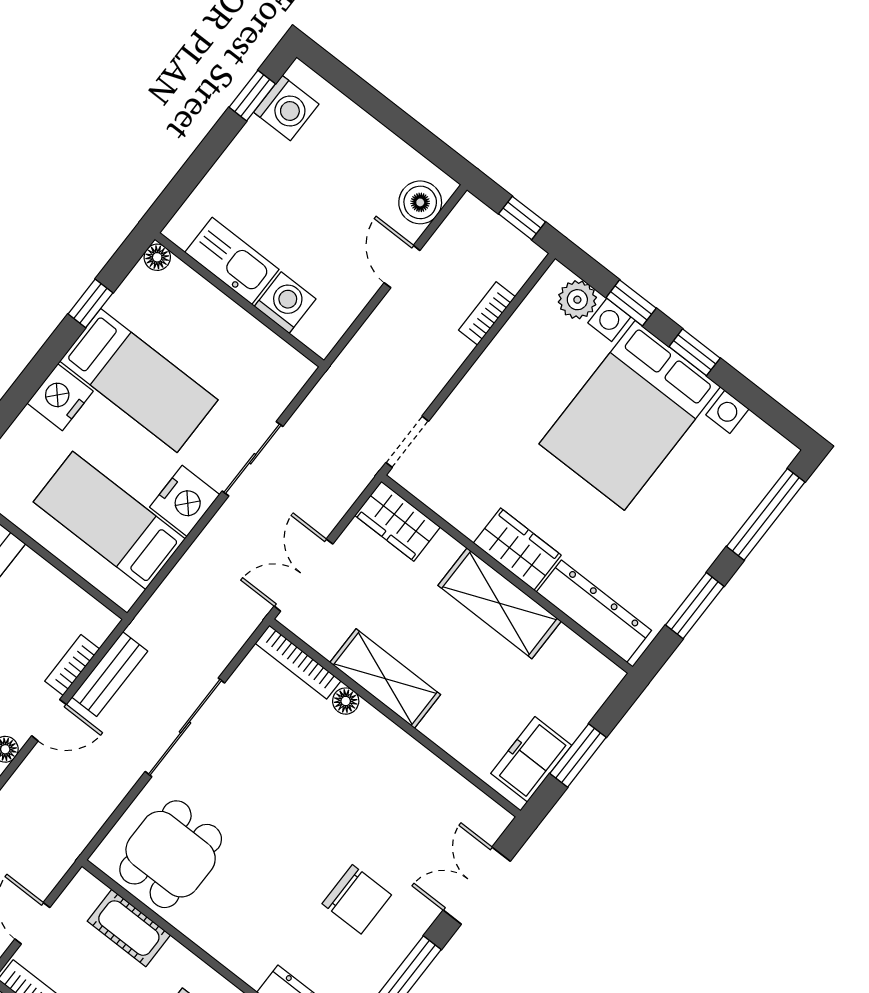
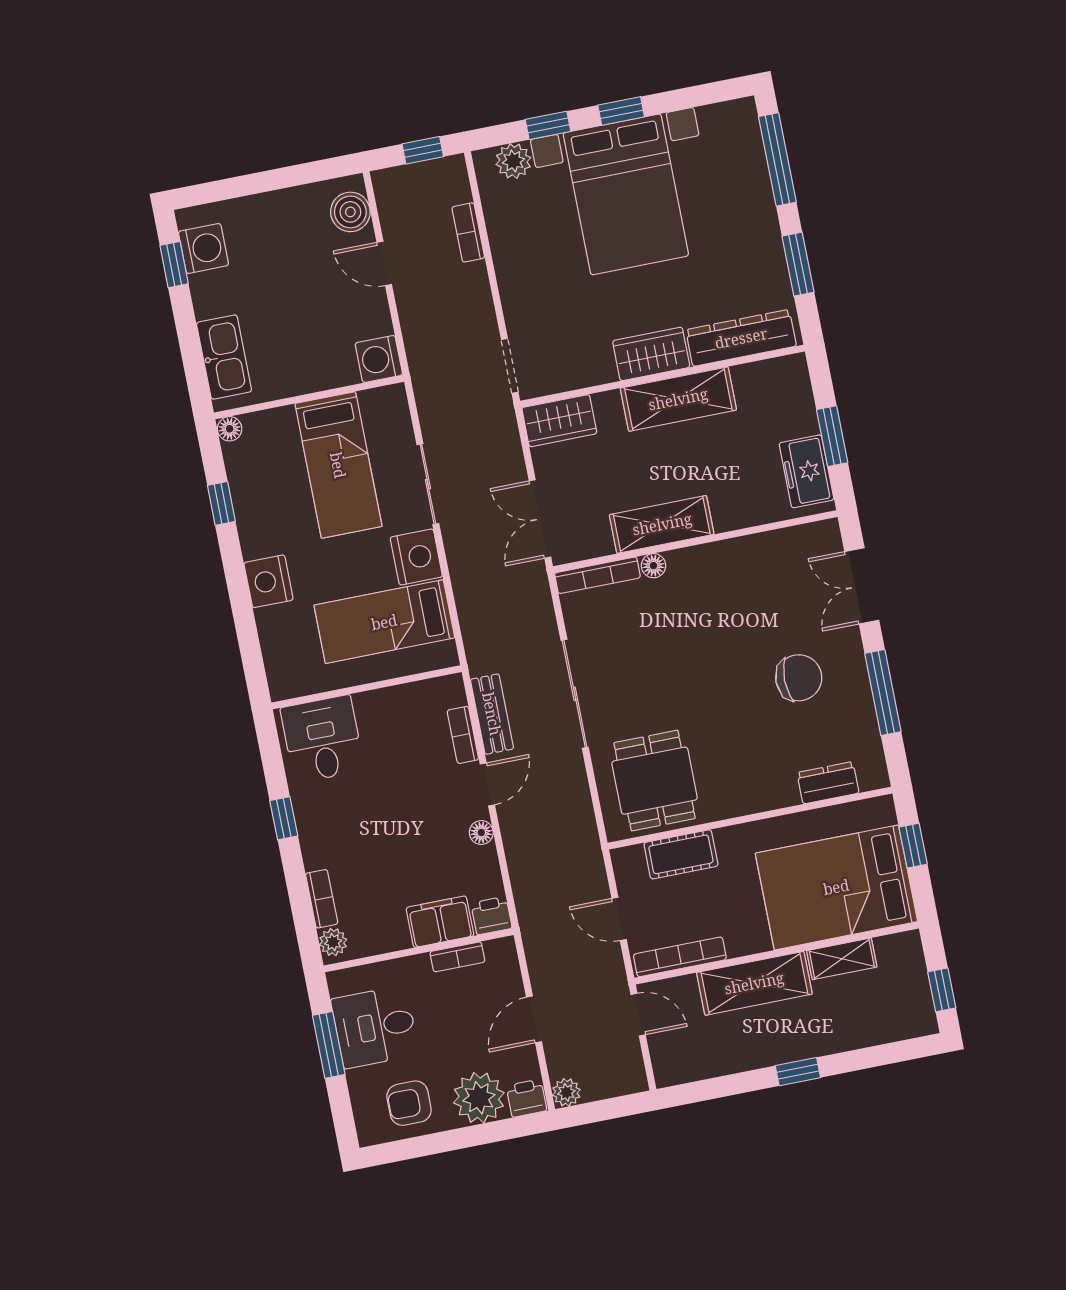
kitchen sink: (232, 261) -> (224, 357), moved, turned 90
washing machine: (285, 303) -> (379, 359), moved, turned -90
bed: (139, 381) -> (338, 465), moved, turned 90

